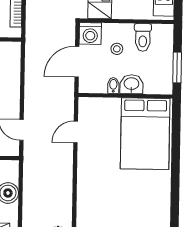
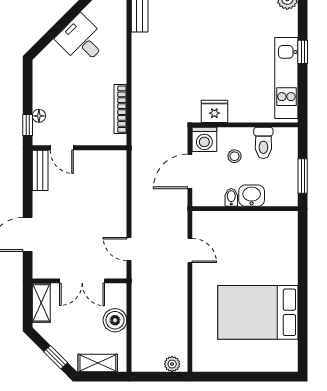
door: (76, 132) -> (190, 250), swing flipped
bed: (145, 134) -> (258, 312), moved, turned 90

